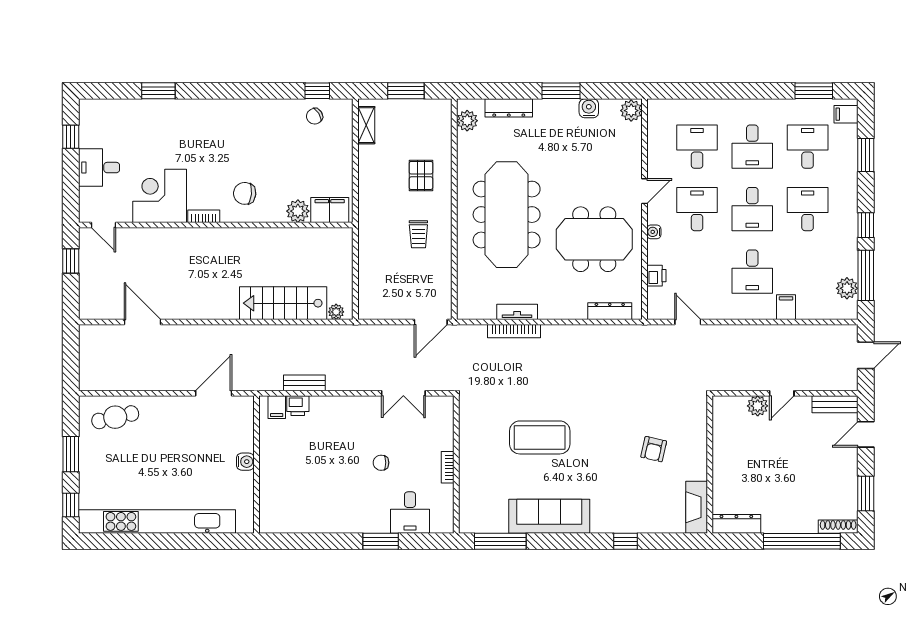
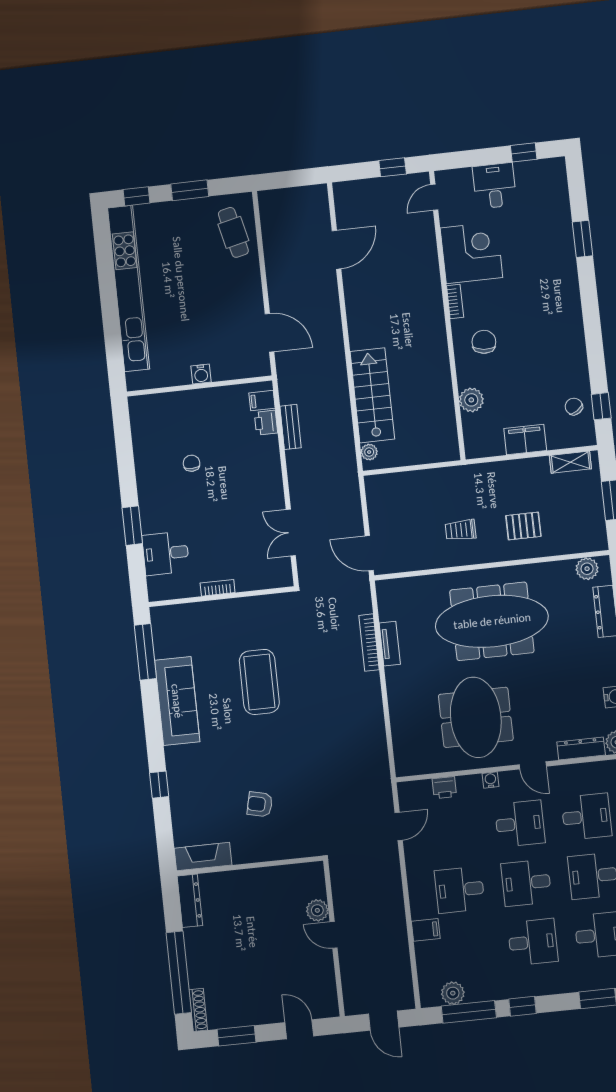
filing cabinet: (330, 210) -> (525, 440), moved, turned -90
dresser: (610, 311) -> (581, 749), moved, turned -90
bench: (835, 404) -> (328, 993), removed
chair: (381, 463) -> (192, 463), moved

